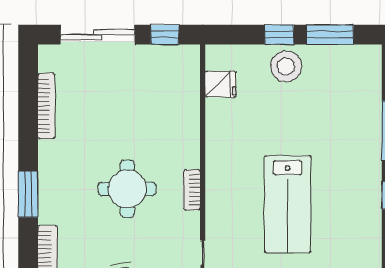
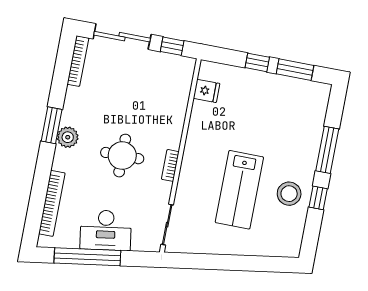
stool: (286, 67) -> (289, 194), moved
bookcase: (46, 106) -> (78, 61), moved
plant: (52, 179) -> (68, 137), added
window: (28, 194) -> (52, 125), moved

